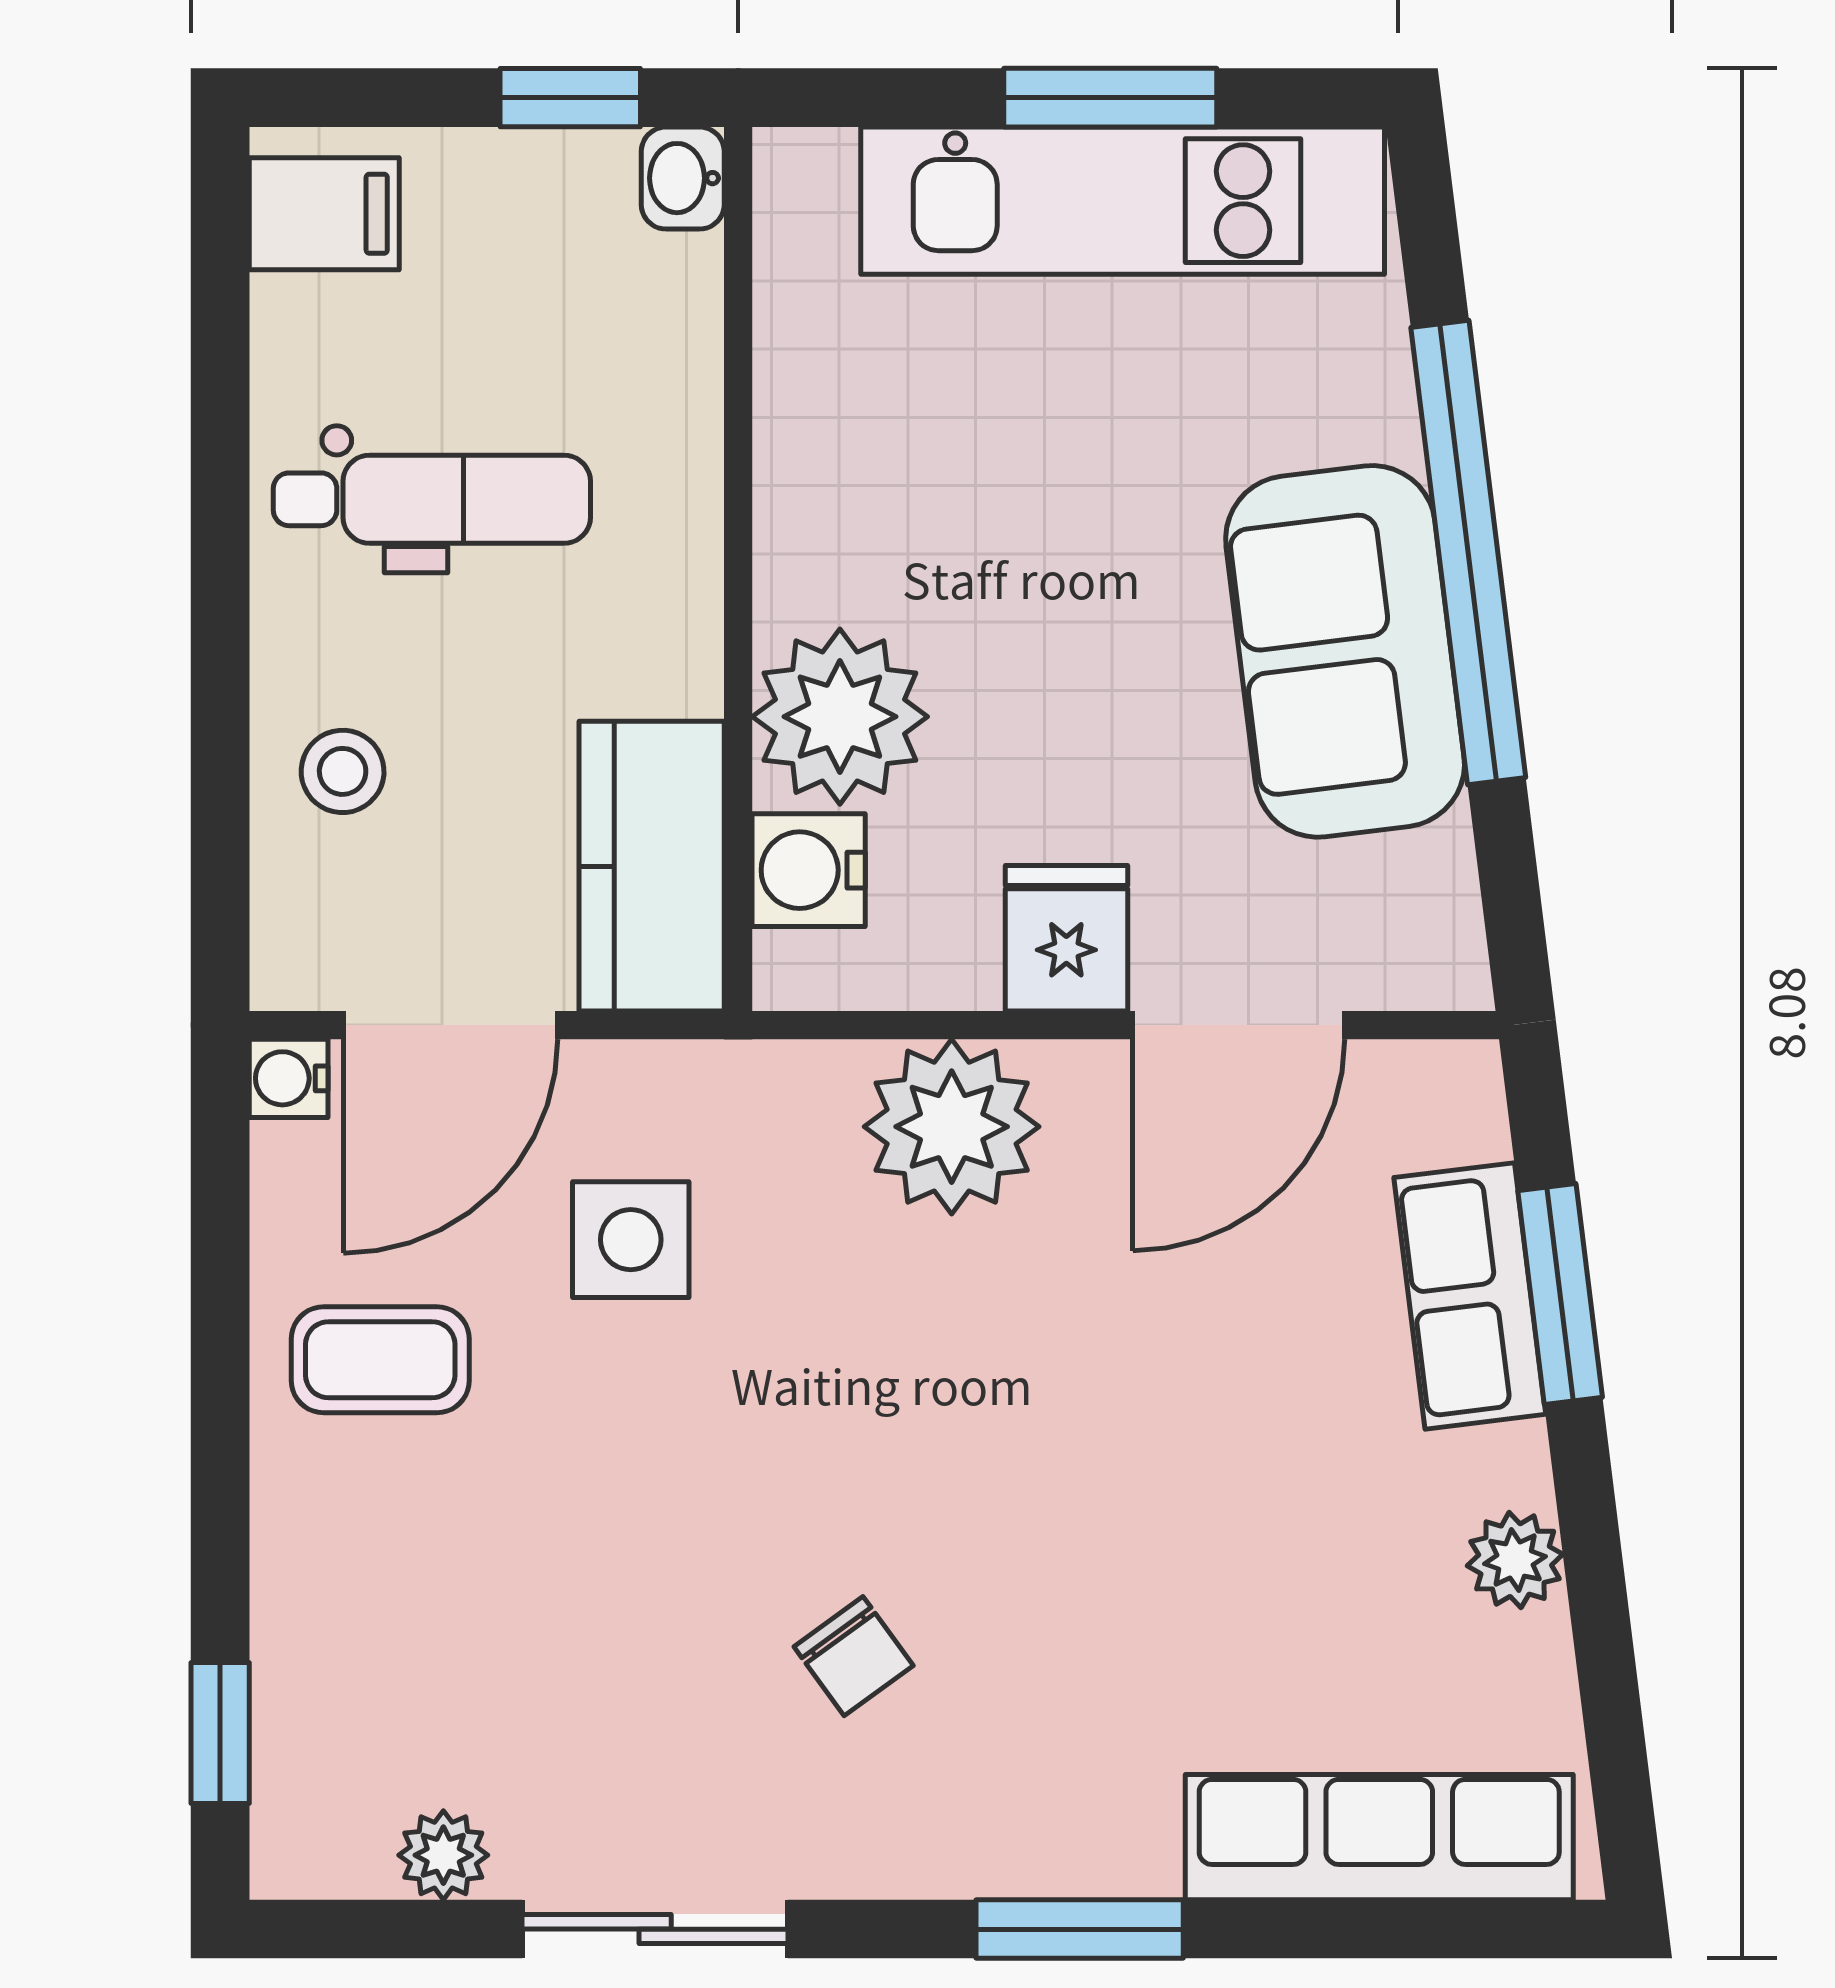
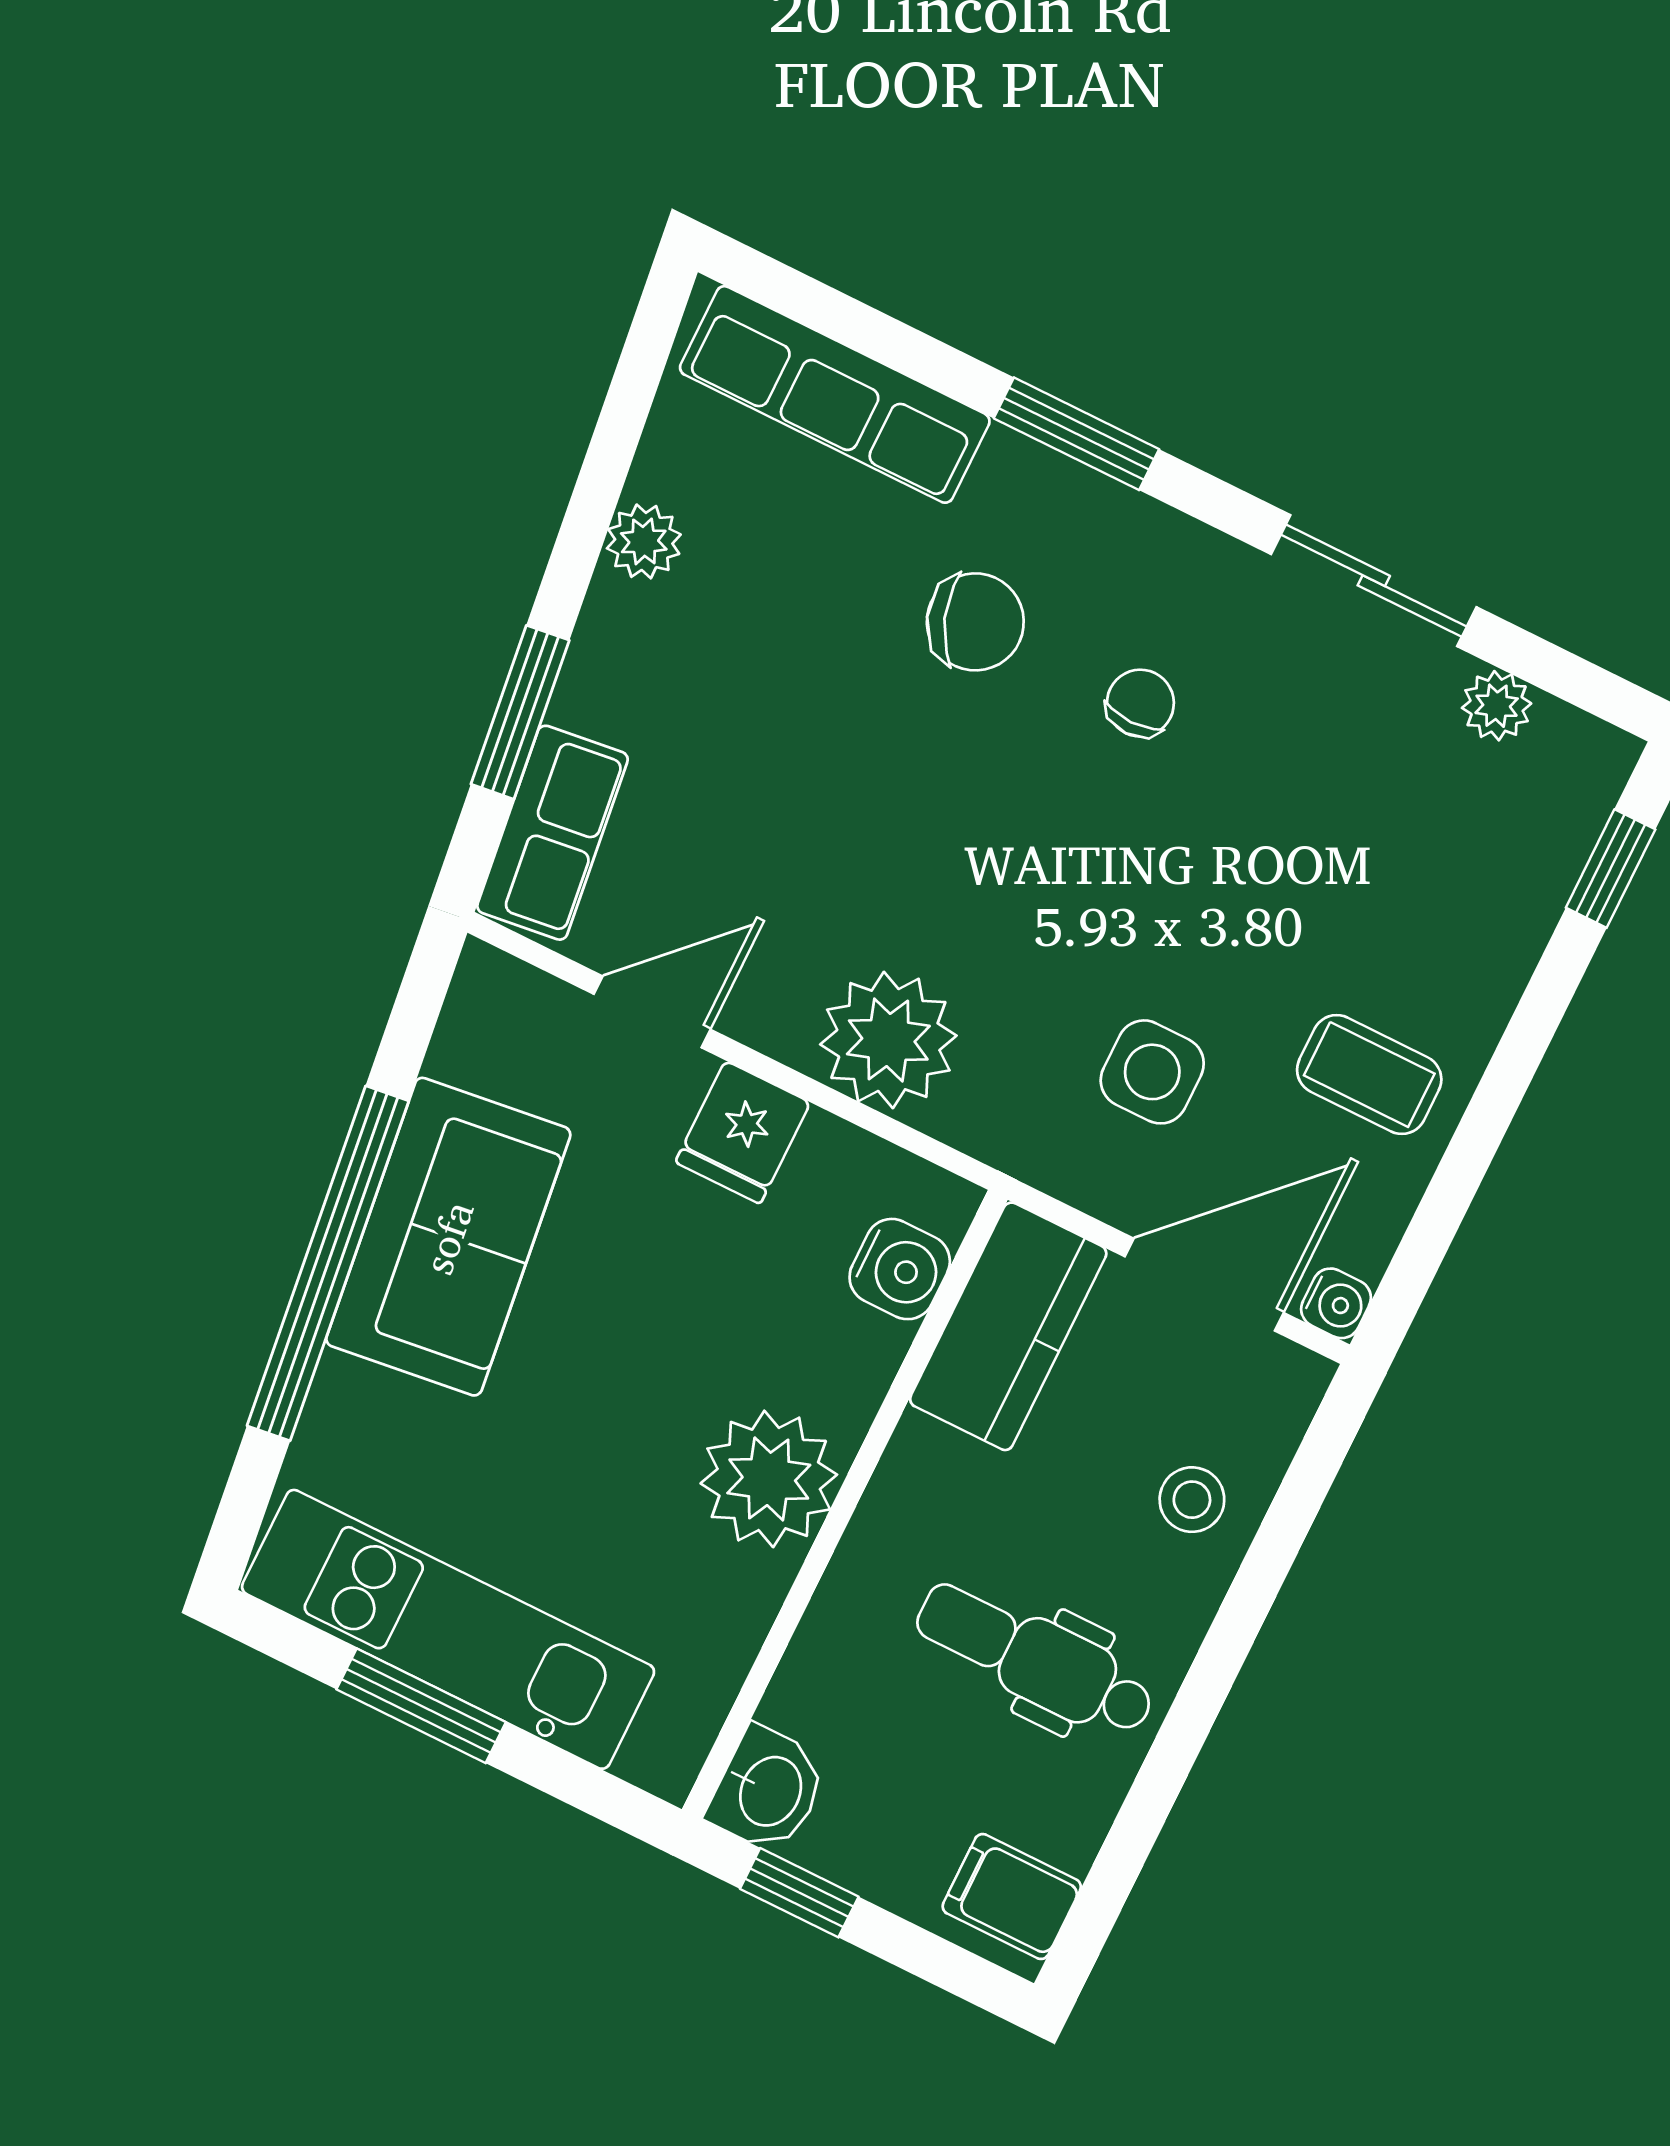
washbasin: (683, 178) -> (768, 1790), width x1.38, depth x1.45
plant: (840, 717) -> (769, 1479), moved
door: (1239, 1025) -> (652, 1012), width x0.73
row of seats: (1470, 1296) -> (553, 833), moved
chair: (854, 1656) -> (1140, 703), turned 36
chair: (1089, 1656) -> (975, 622), added

